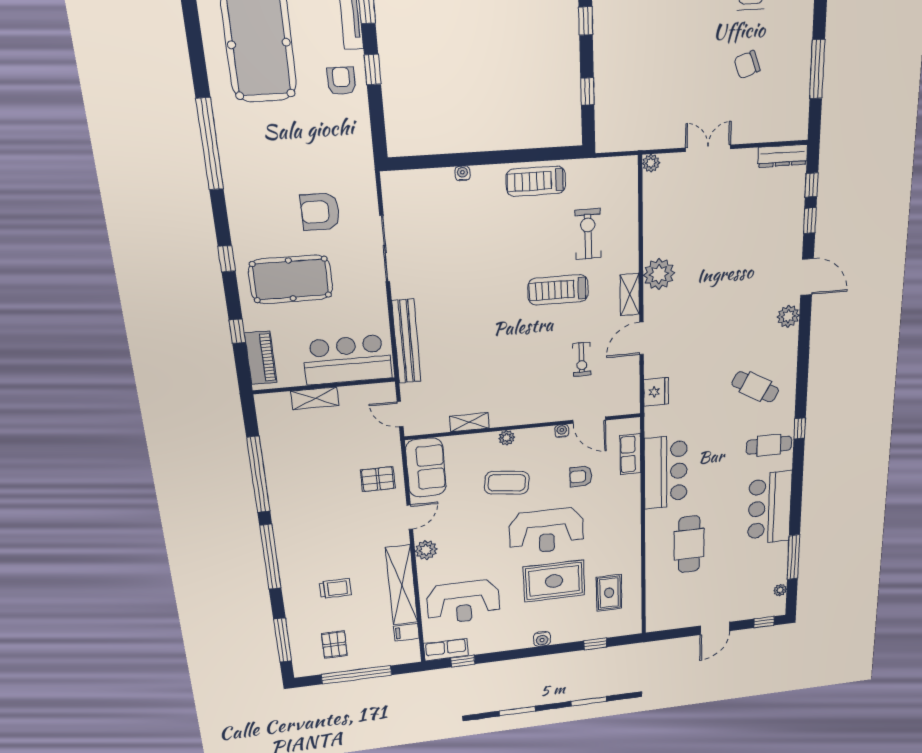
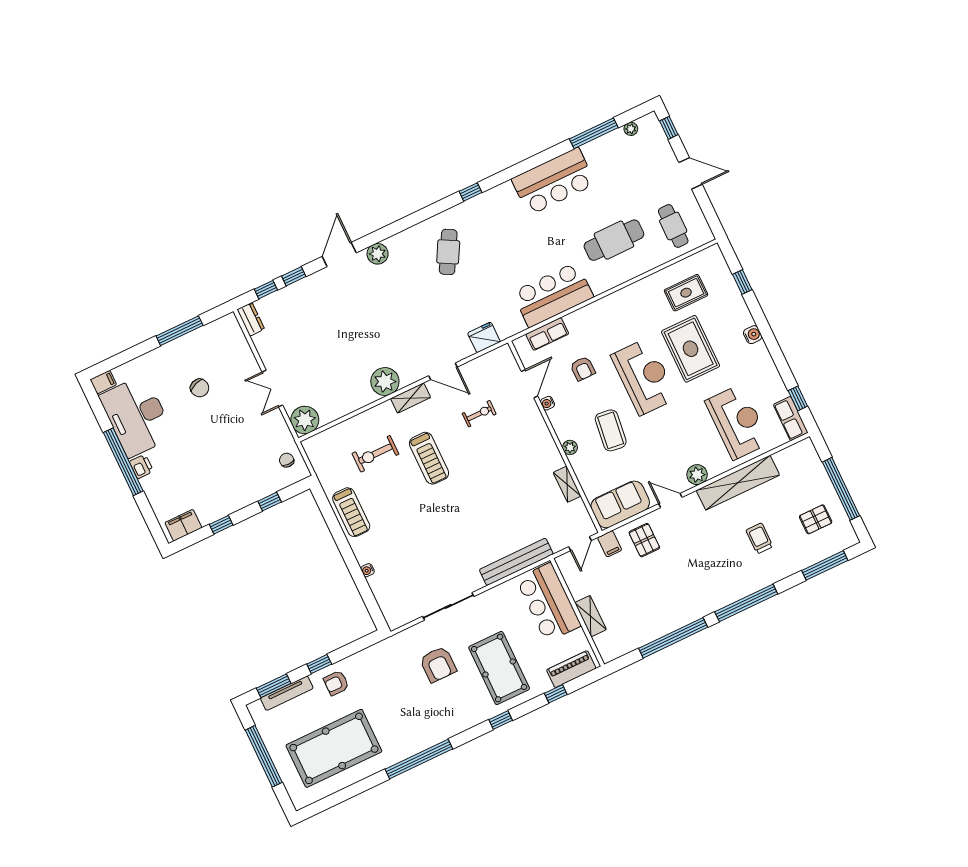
chair: (625, 131) -> (287, 460), added
dresser: (783, 156) -> (251, 319), width x0.70
plant: (651, 163) -> (305, 420), width x1.88, depth x1.88
cafe table: (769, 445) -> (673, 226), moved
filing cabinet: (406, 632) -> (610, 544), moved

